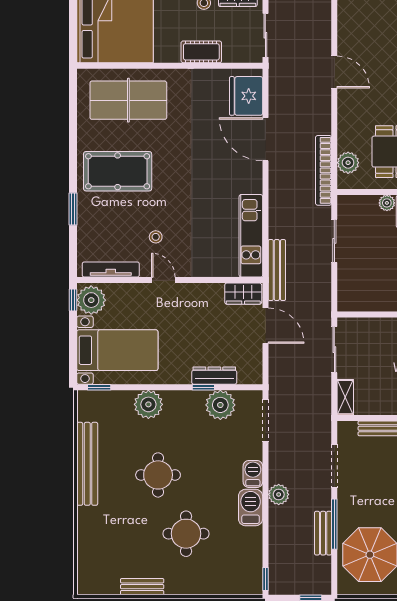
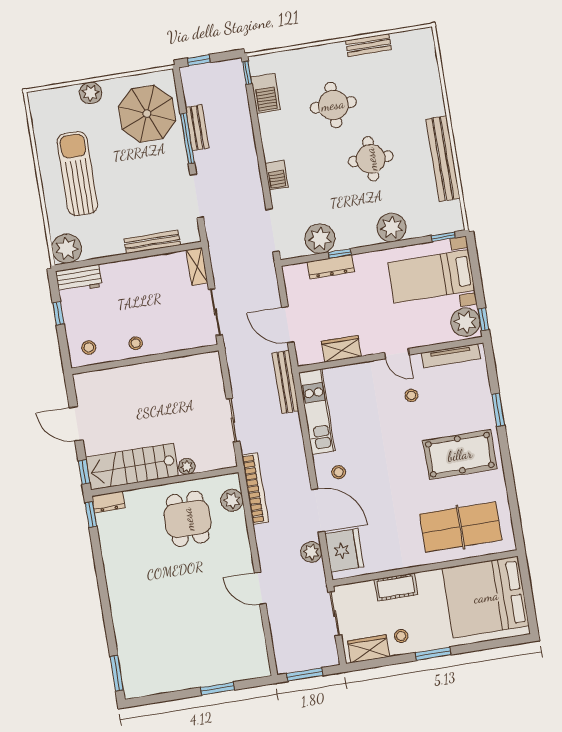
stool: (239, 173) -> (339, 472), added
wardrobe: (243, 294) -> (341, 349), moved
plant: (279, 494) -> (311, 552), moved
barbecue: (251, 508) -> (266, 93), moved

